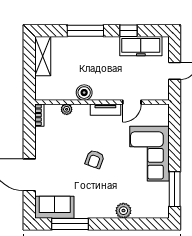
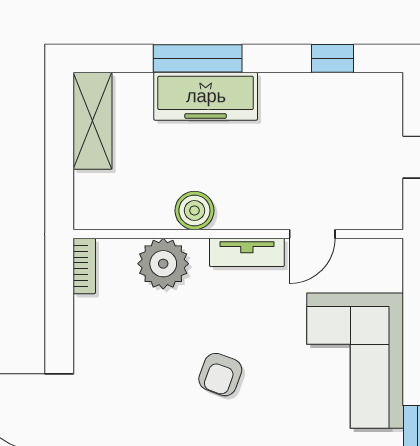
window: (129, 31) -> (333, 58), moved
freezer: (141, 46) -> (206, 96), moved
plant: (67, 109) -> (163, 264), width x1.88, depth x1.88

